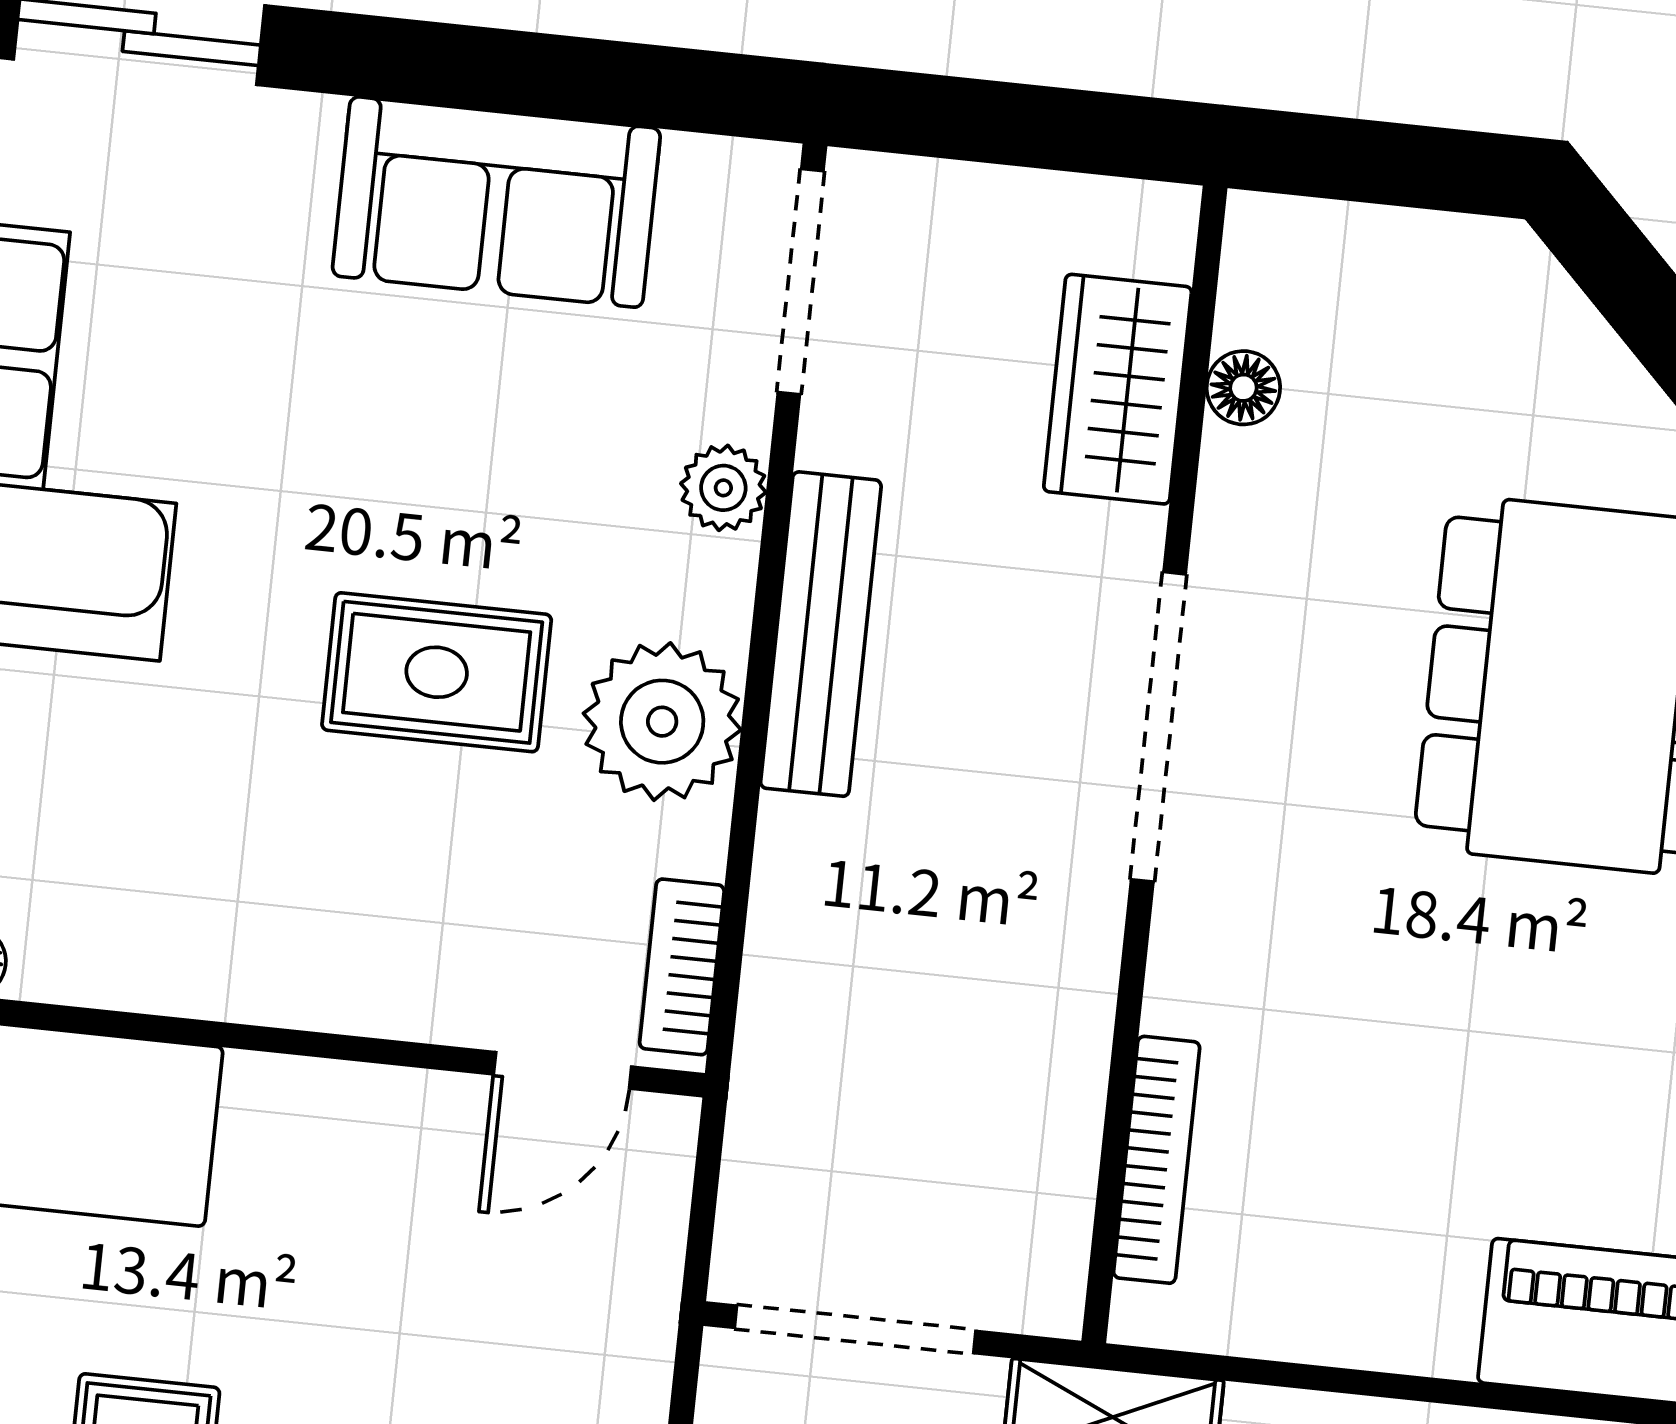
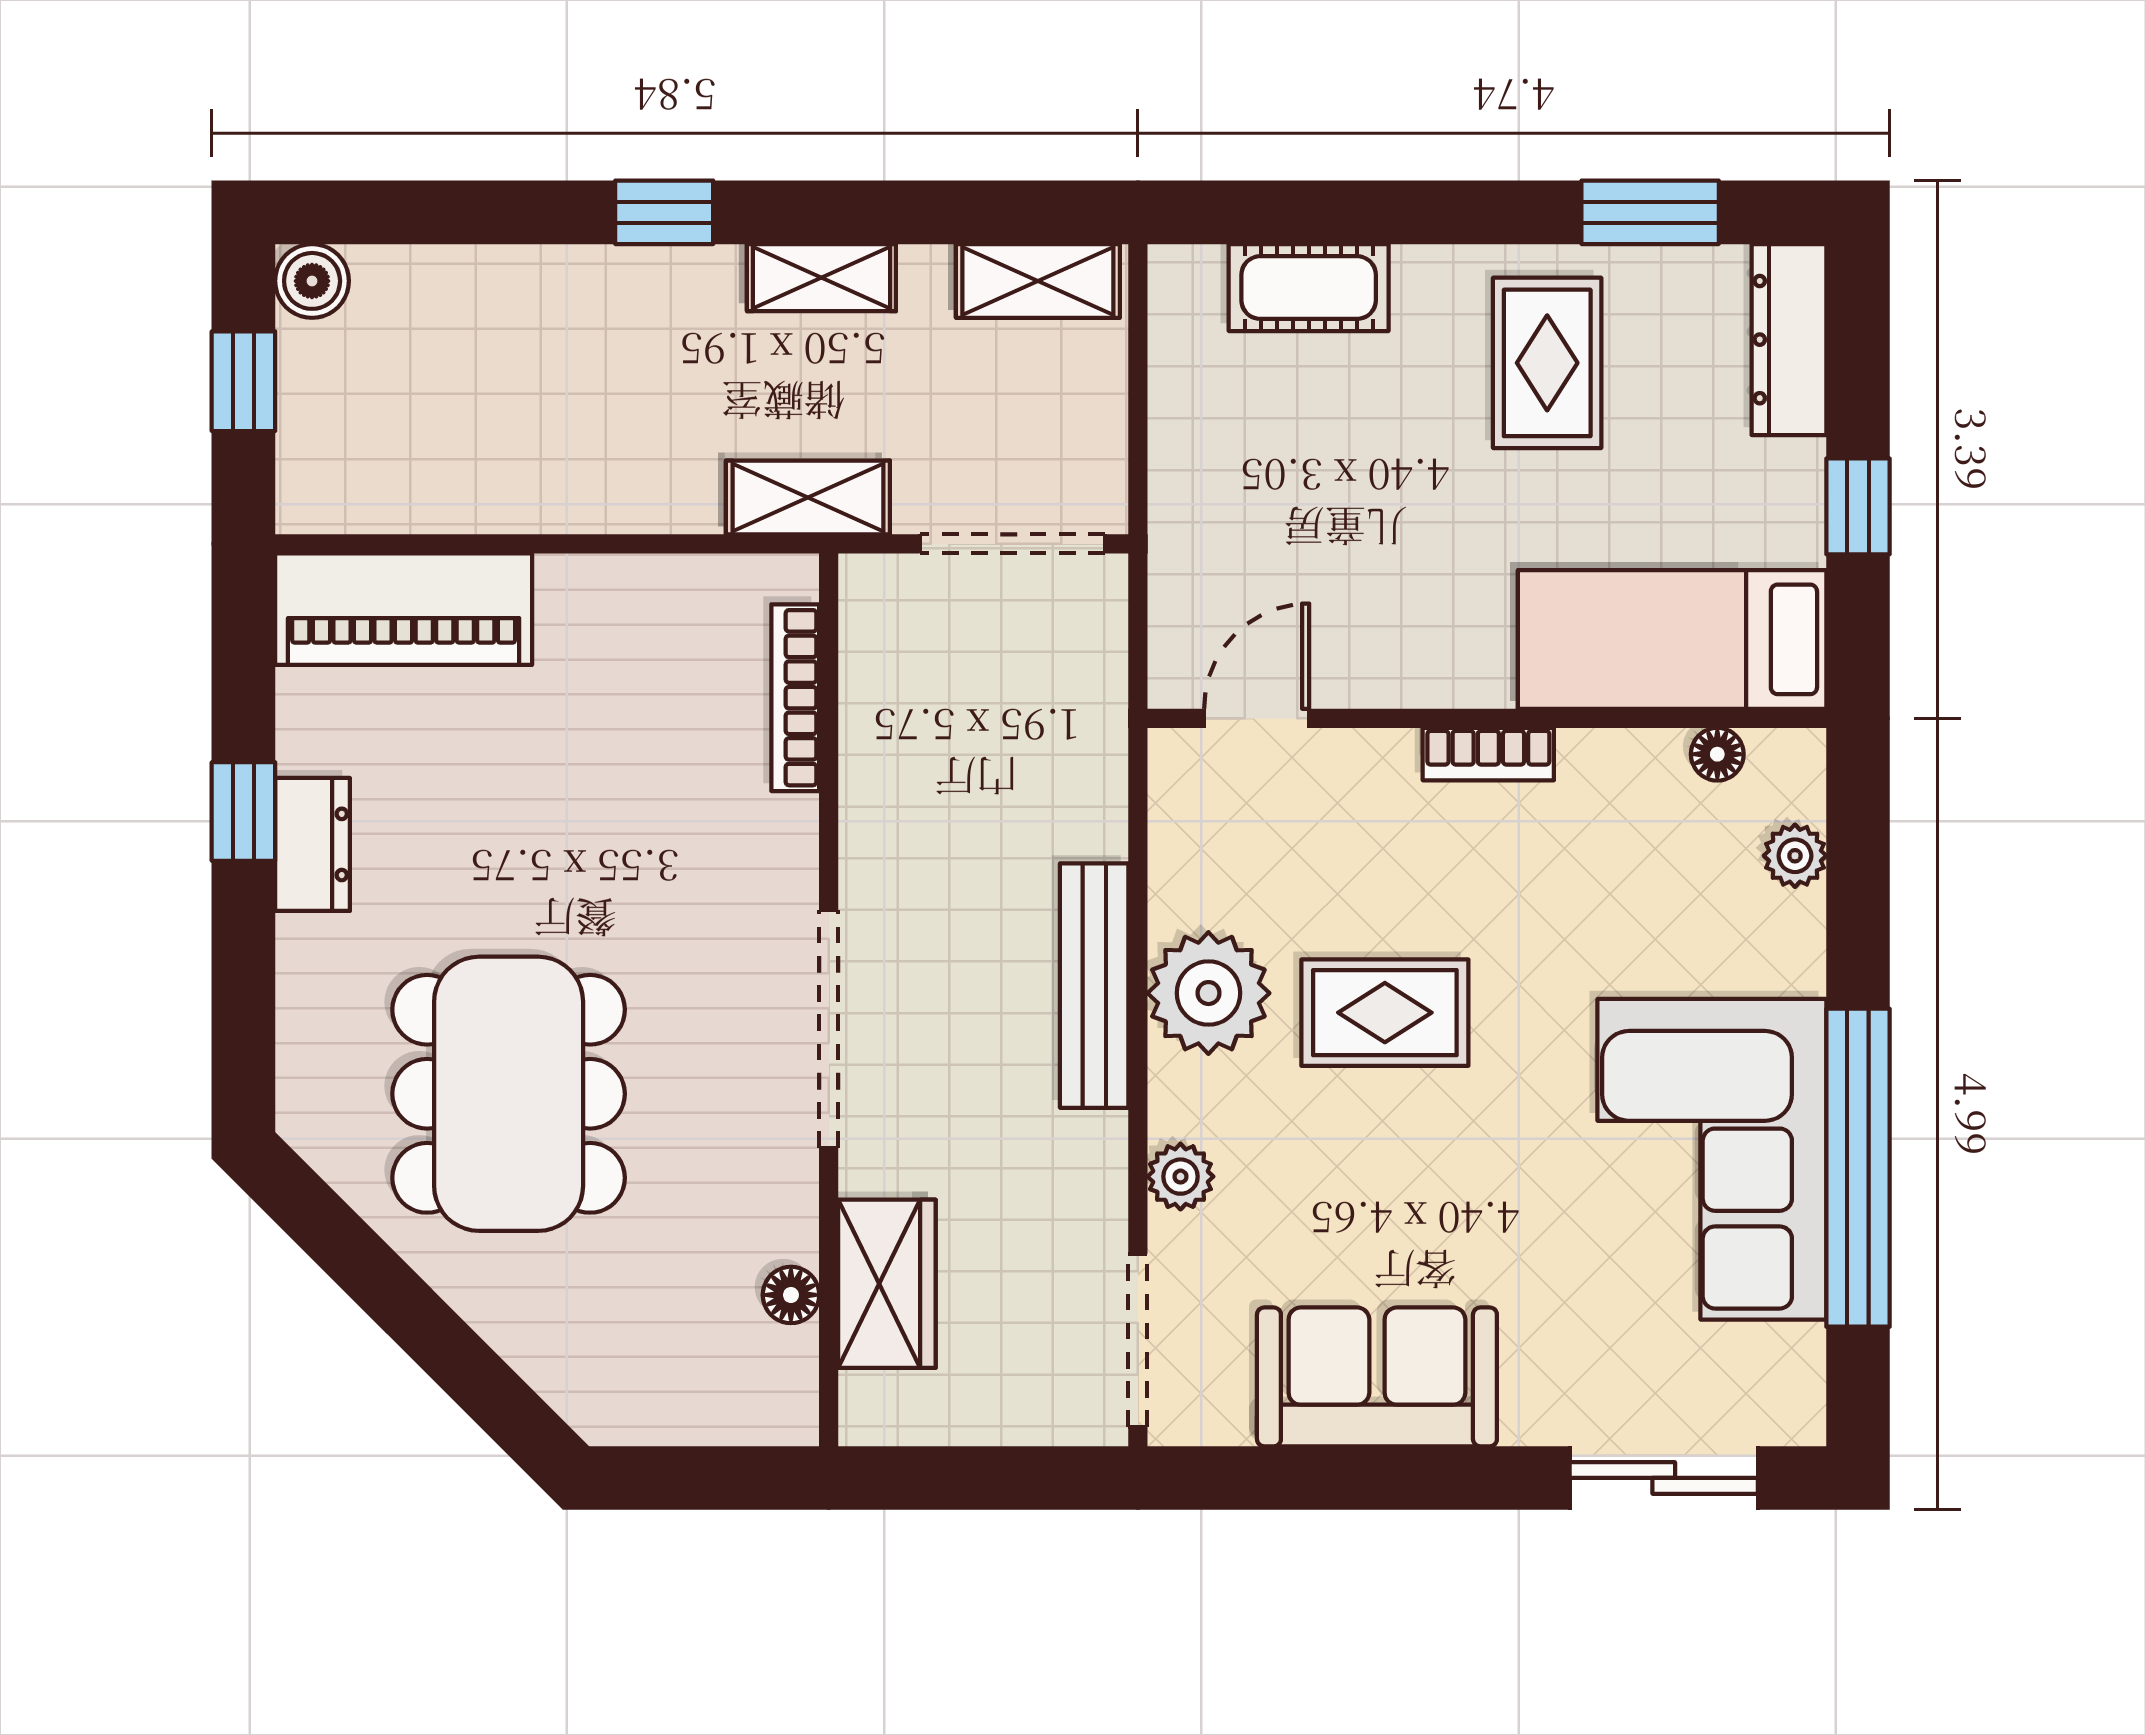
bench: (821, 634) -> (1094, 986), moved
bookcase: (682, 967) -> (1488, 754), moved, turned 90

